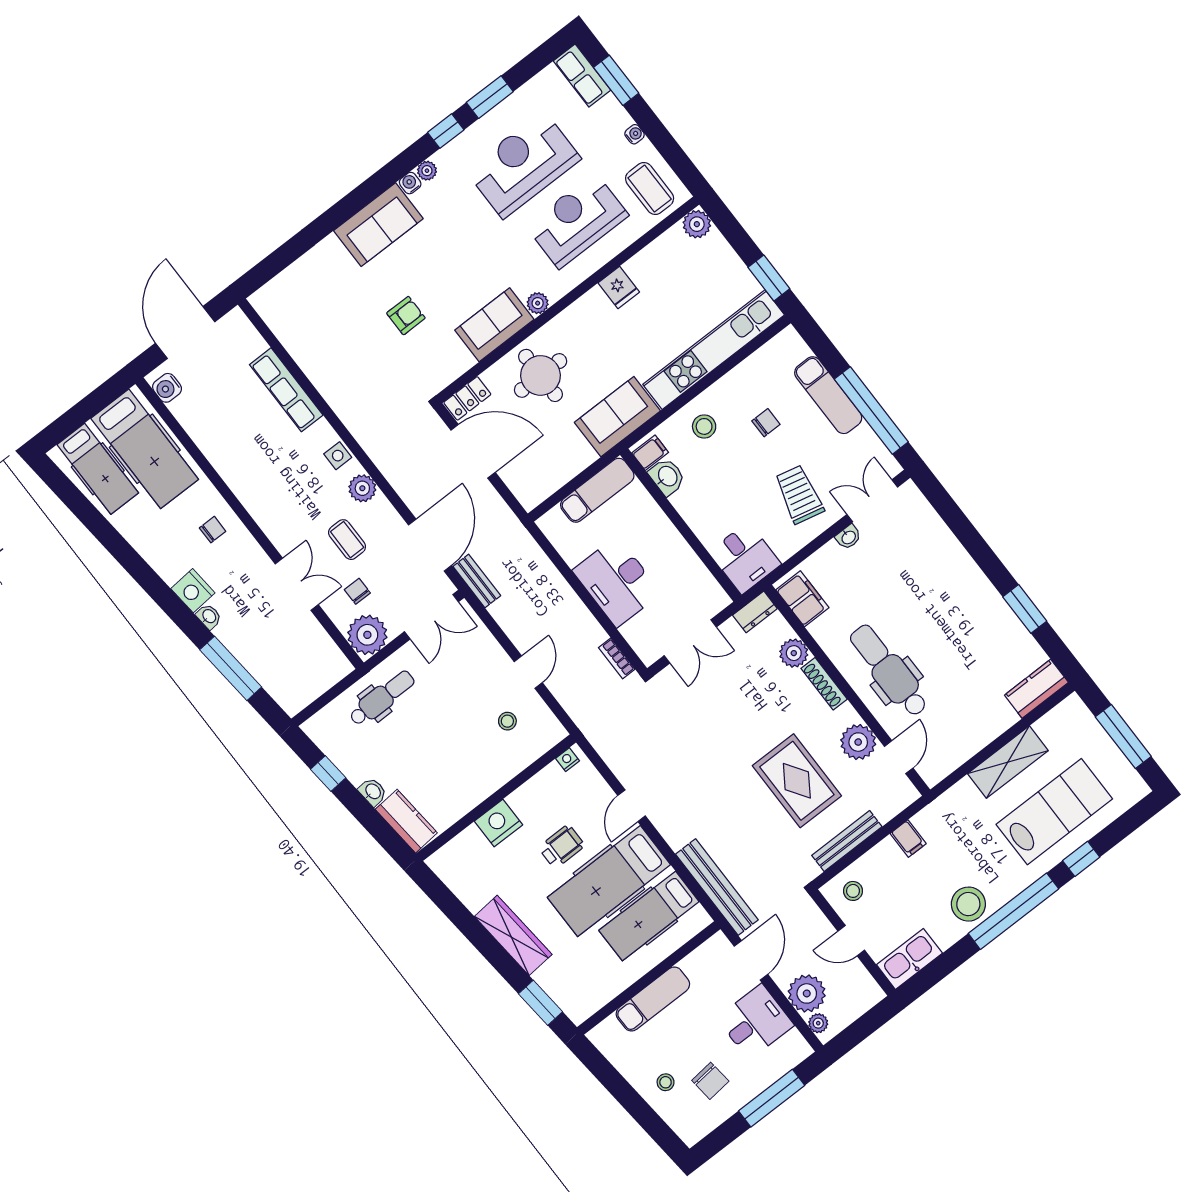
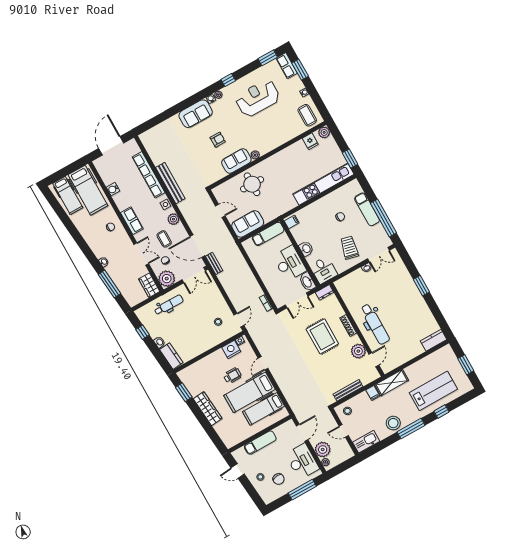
window: (490, 97) -> (268, 58), moved
reception desk: (577, 221) -> (276, 124), removed
fridge: (619, 287) -> (310, 141), moved
armchair: (406, 316) -> (218, 140), moved
water cooler: (167, 388) -> (113, 189), moved
row of seats: (286, 390) -> (149, 175), width x1.36
locker: (467, 398) -> (221, 189), removed
sofa: (617, 417) -> (248, 224), moved
stool: (704, 426) -> (315, 215), removed
door: (473, 451) -> (220, 211), width x0.53
washbasin: (667, 477) -> (306, 249), moved
double door: (872, 501) -> (378, 255), swing flipped
row of seats: (262, 507) -> (132, 221), added
door: (430, 545) -> (197, 246), swing flipped
desk: (617, 582) -> (290, 263), moved, turned 180
nightstand: (193, 591) -> (99, 250), removed
washbasin: (709, 592) -> (307, 282), added
filing cabinet: (802, 599) -> (344, 290), removed
window: (1025, 609) -> (421, 286), moved
plant: (794, 653) -> (338, 311), removed
wardrobe: (327, 657) -> (149, 285), added
dental chair: (889, 671) -> (375, 324), turned 180
door: (528, 672) -> (239, 320), moved
window: (1123, 737) -> (466, 365), width x0.69
shelving: (1008, 762) -> (392, 383), moved
rug: (797, 781) -> (322, 336), moved
nightstand: (498, 823) -> (231, 349), moved
bench: (717, 887) -> (170, 183), moved
window: (1013, 911) -> (411, 429), width x0.68
window: (540, 1003) -> (184, 392), moved
desk: (755, 1022) -> (302, 461), width x1.37
door: (608, 1076) -> (238, 471), added

